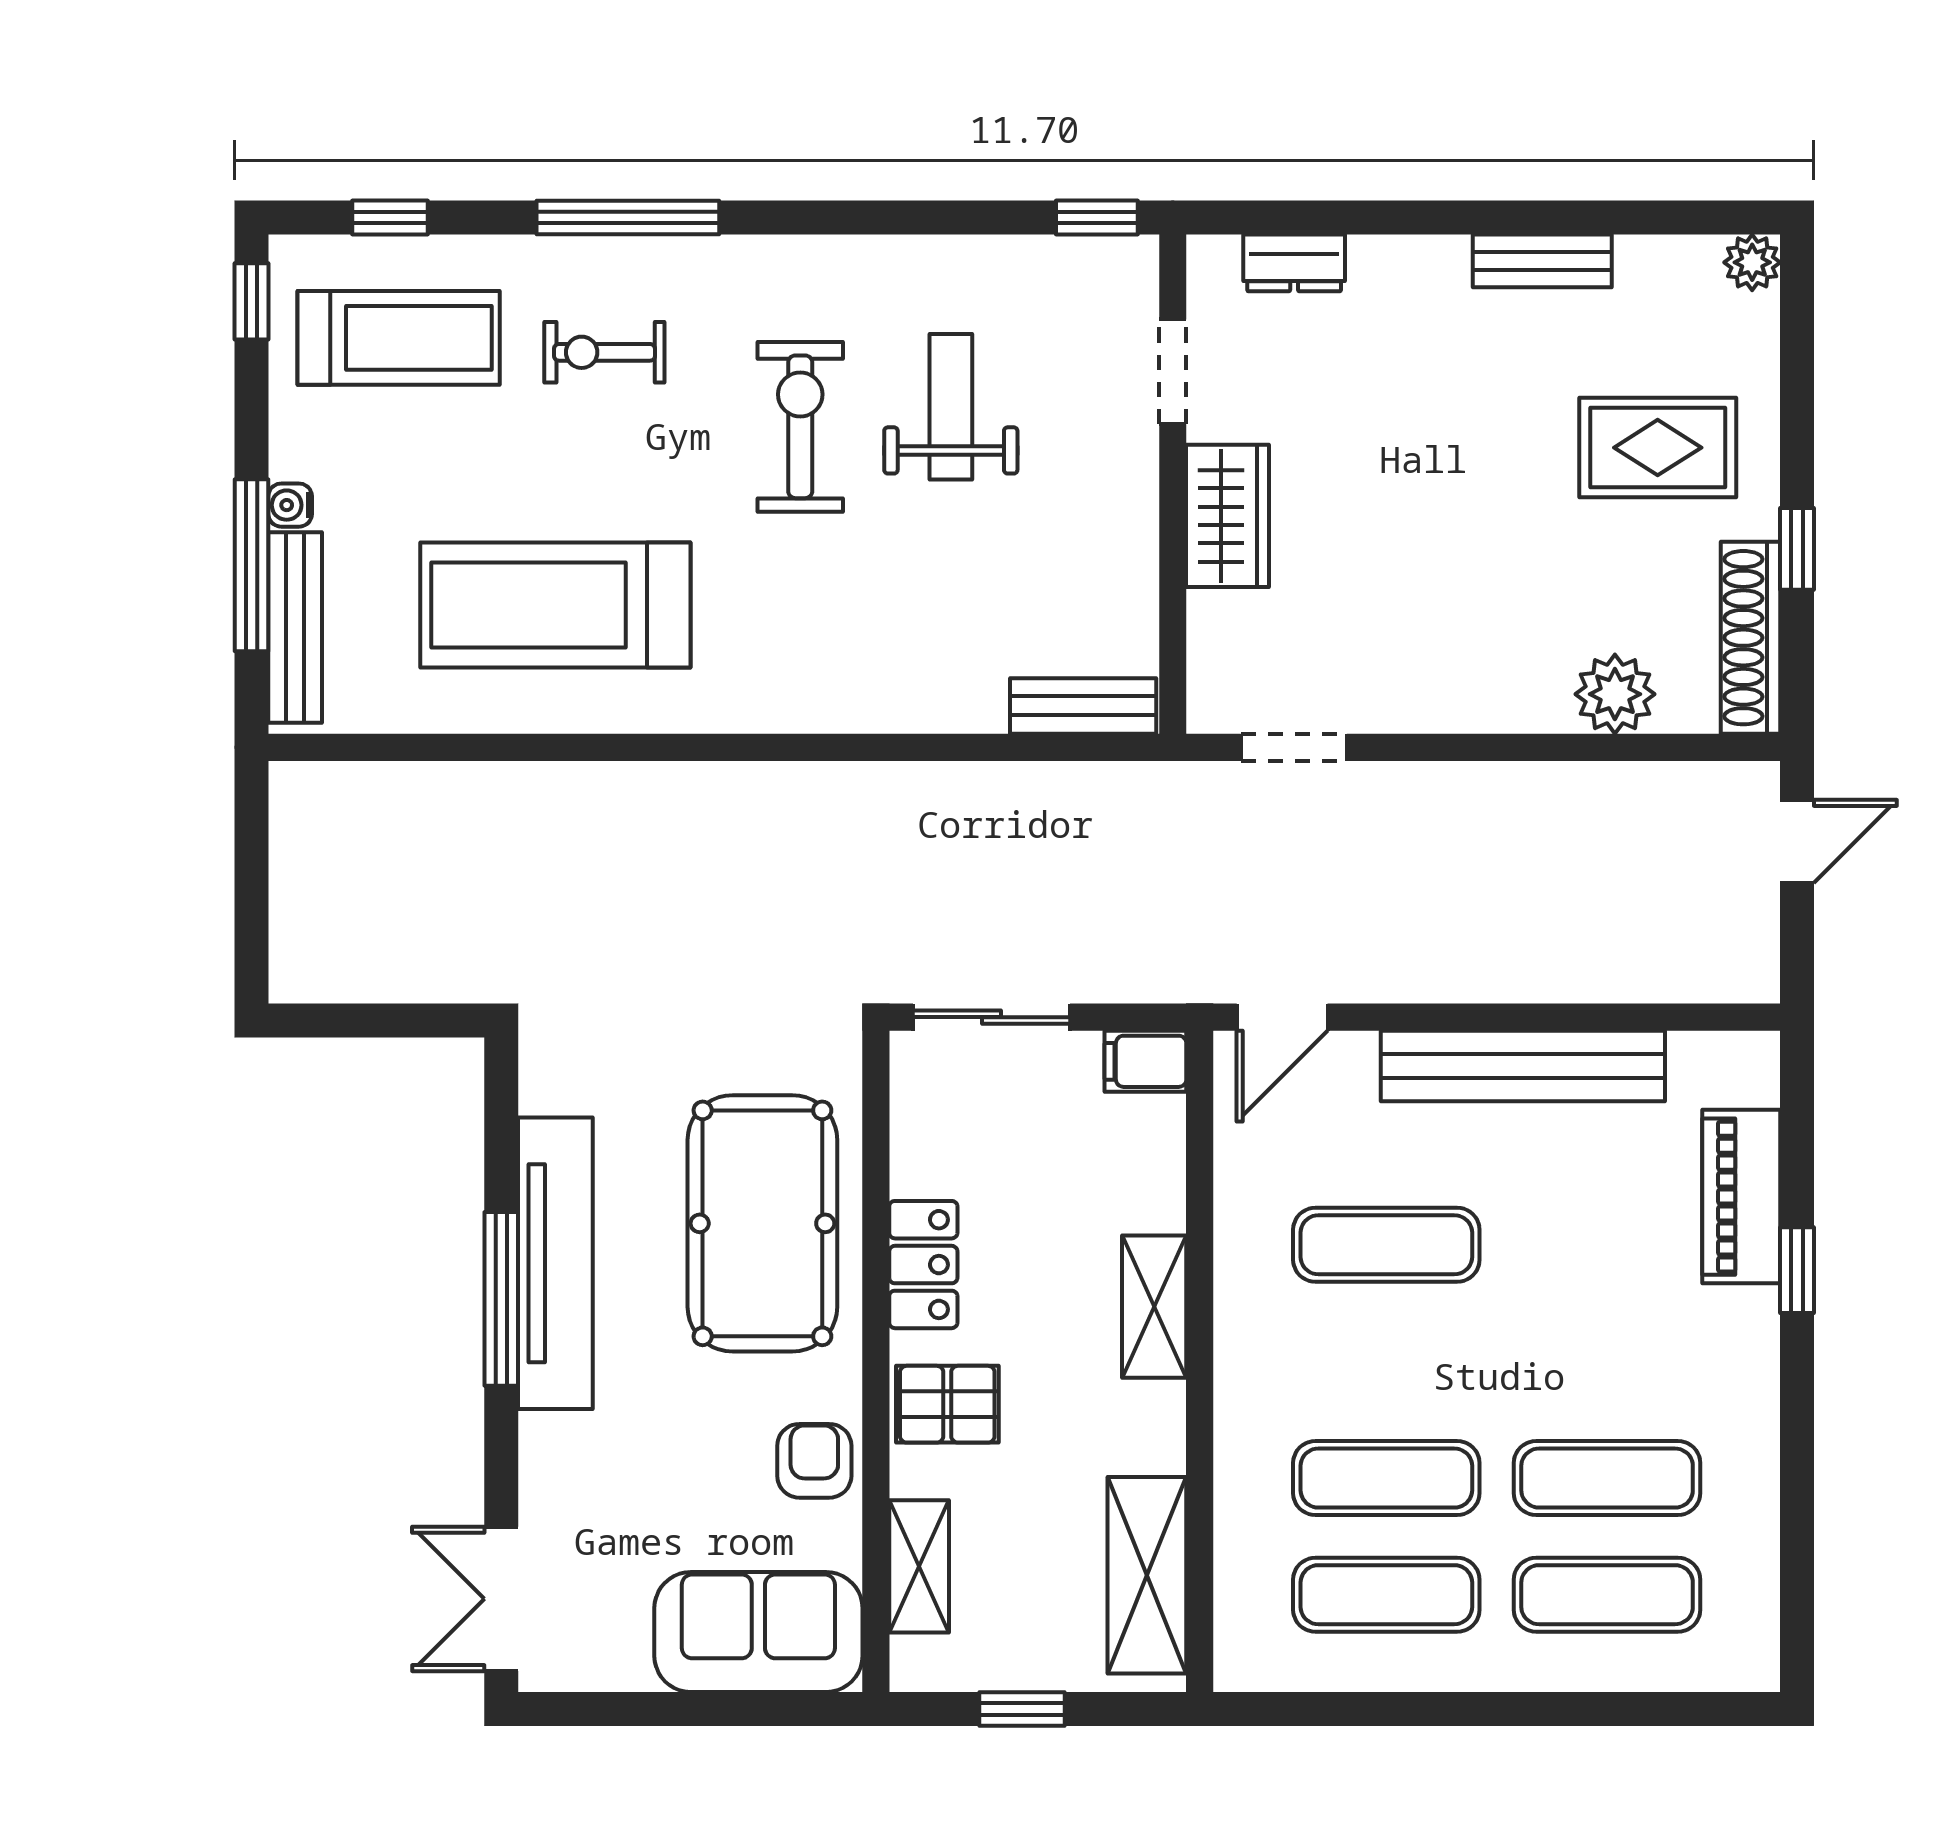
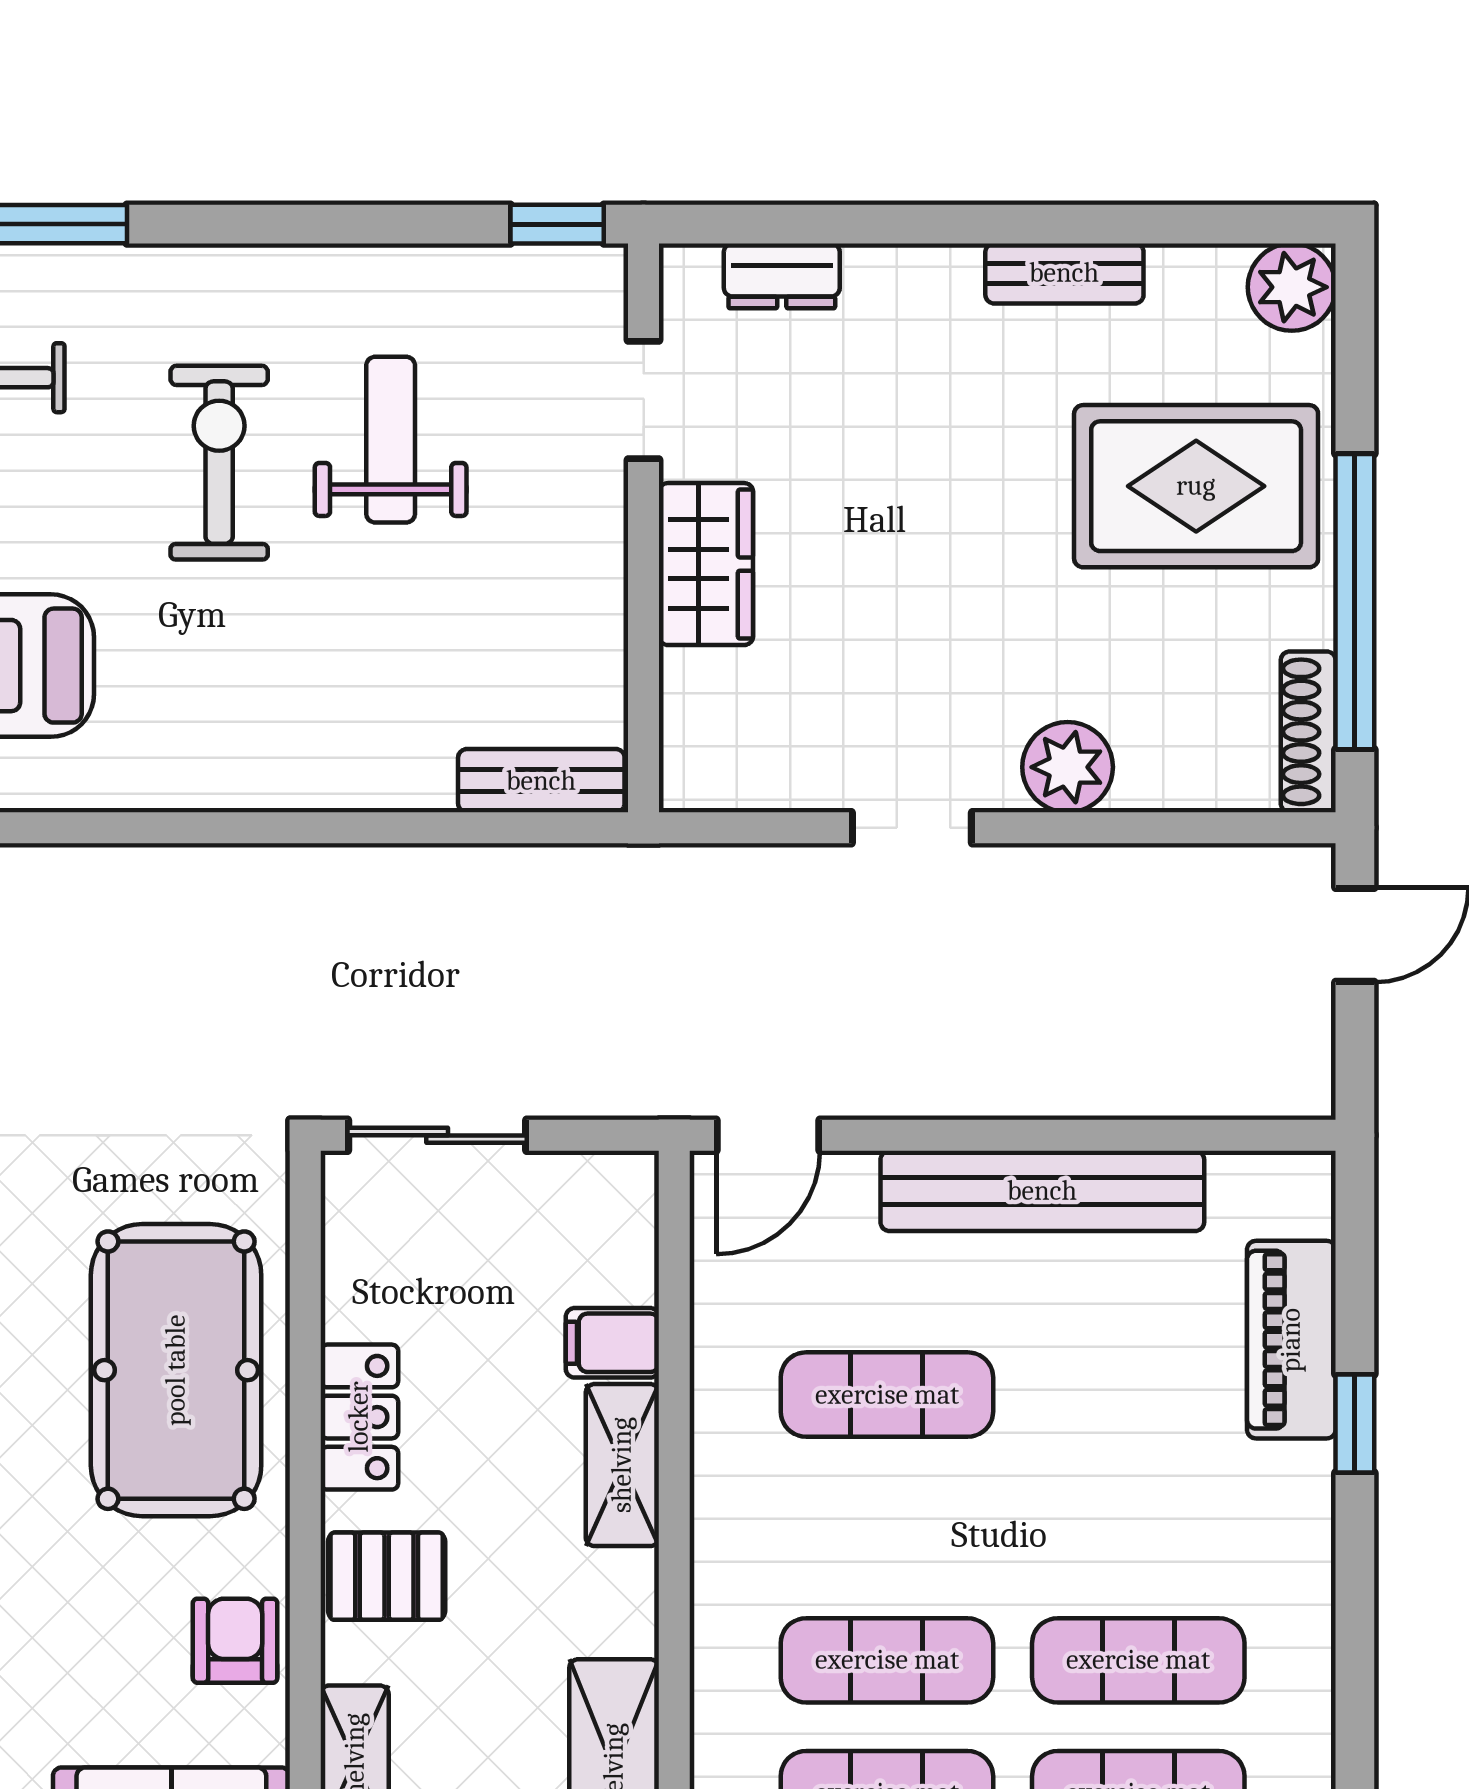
plant: (1752, 262) -> (1292, 287), width x1.38, depth x1.38
rug: (1658, 448) -> (1196, 486), width x1.36, depth x1.43
window: (1797, 549) -> (1355, 602), width x3.17
shoe rack: (1750, 638) -> (1308, 732), width x0.74, depth x0.81
plant: (1615, 694) -> (1068, 767), moved
doorway: (1294, 747) -> (912, 828), moved
filing cabinet: (1145, 1061) -> (612, 1343), moved

